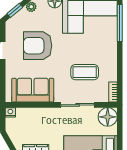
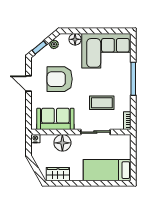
window: (120, 23) -> (133, 79), moved
floor lamp: (108, 117) -> (62, 143), moved

